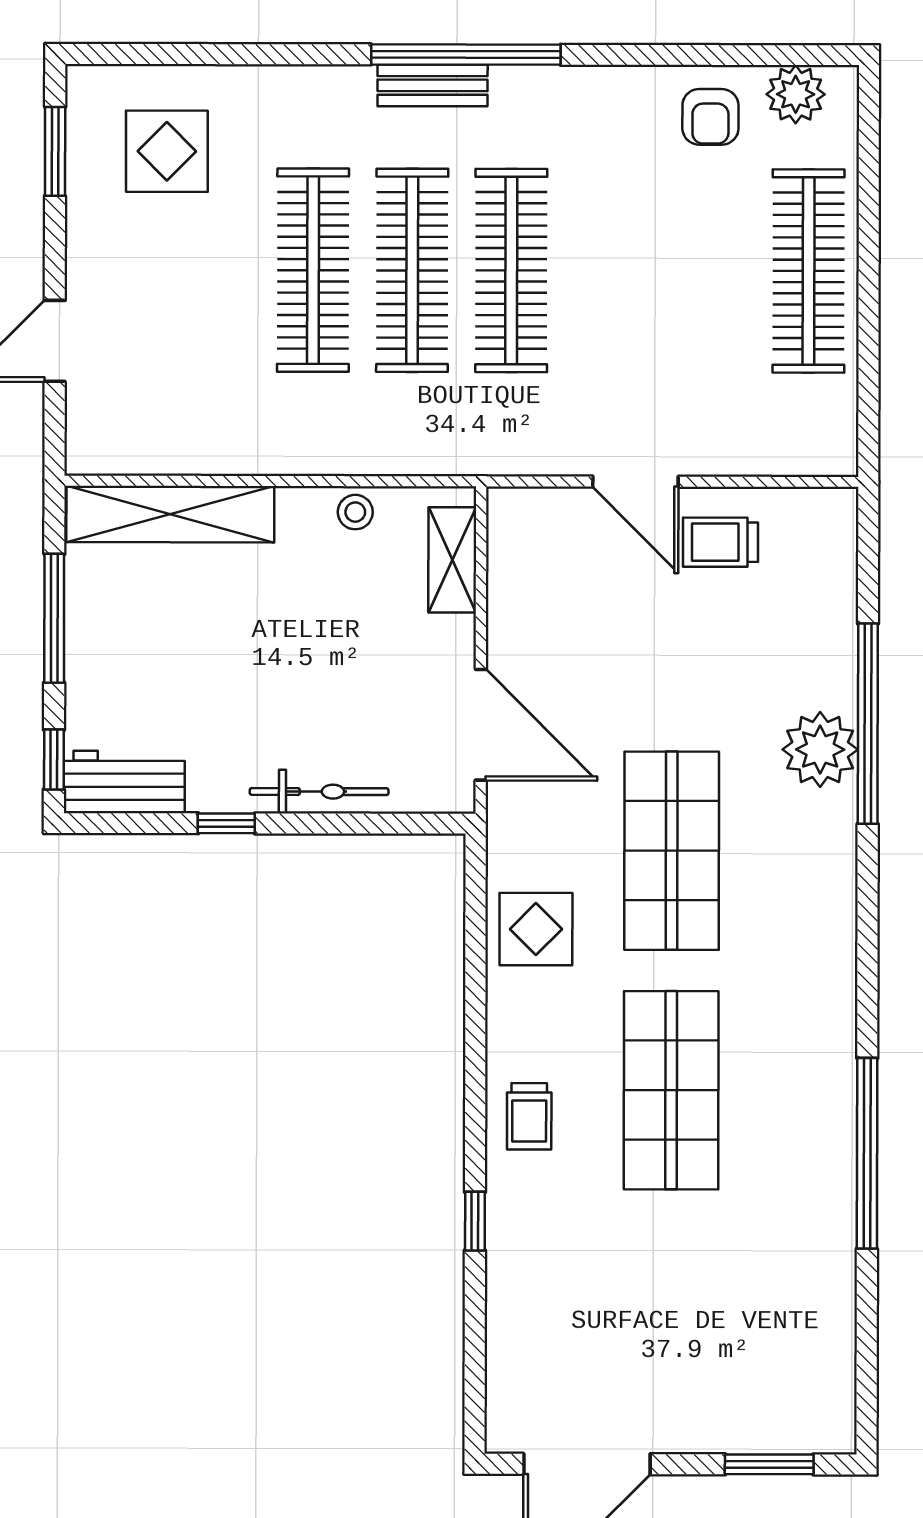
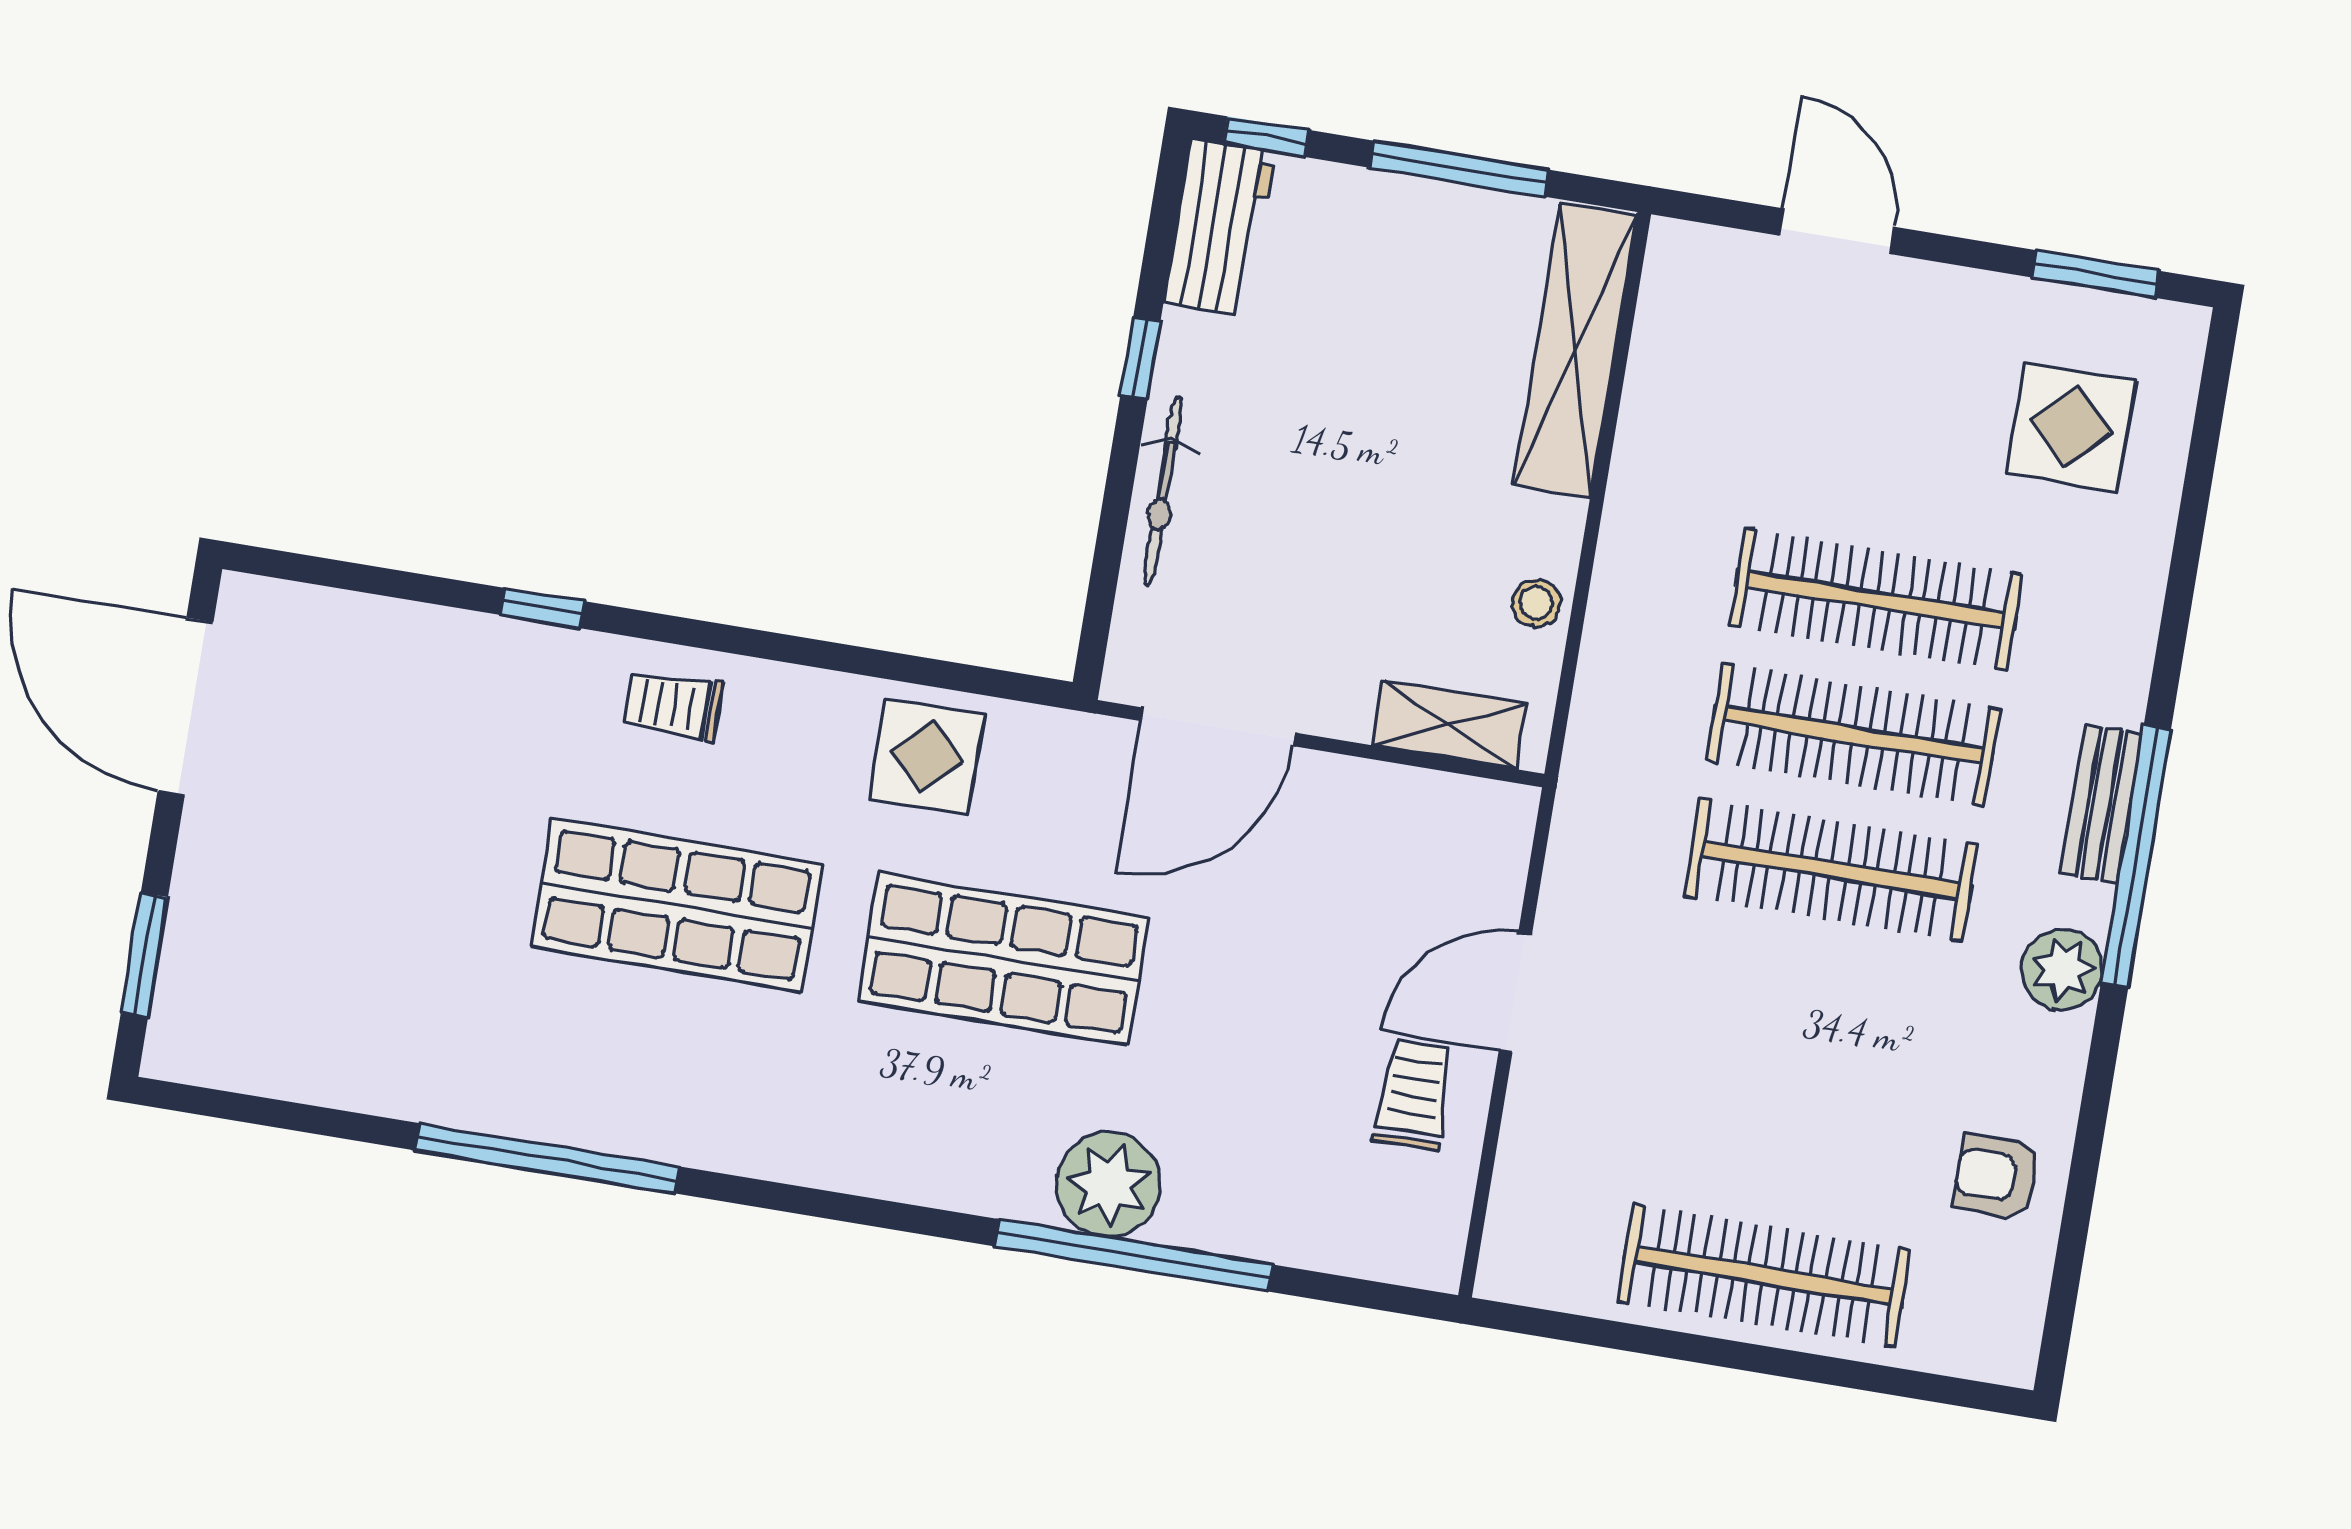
plant: (796, 94) -> (2062, 970), moved

